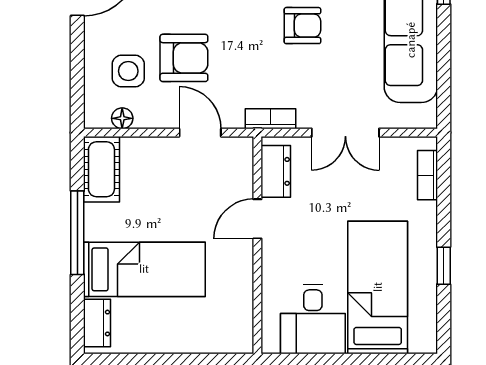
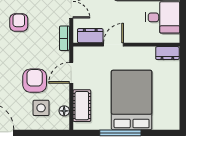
cot: (101, 169) -> (82, 106), moved, turned 90
door: (257, 219) -> (114, 45), swing flipped
bed: (144, 269) -> (132, 100), width x1.50
dresser: (97, 323) -> (167, 53), moved, turned 180

